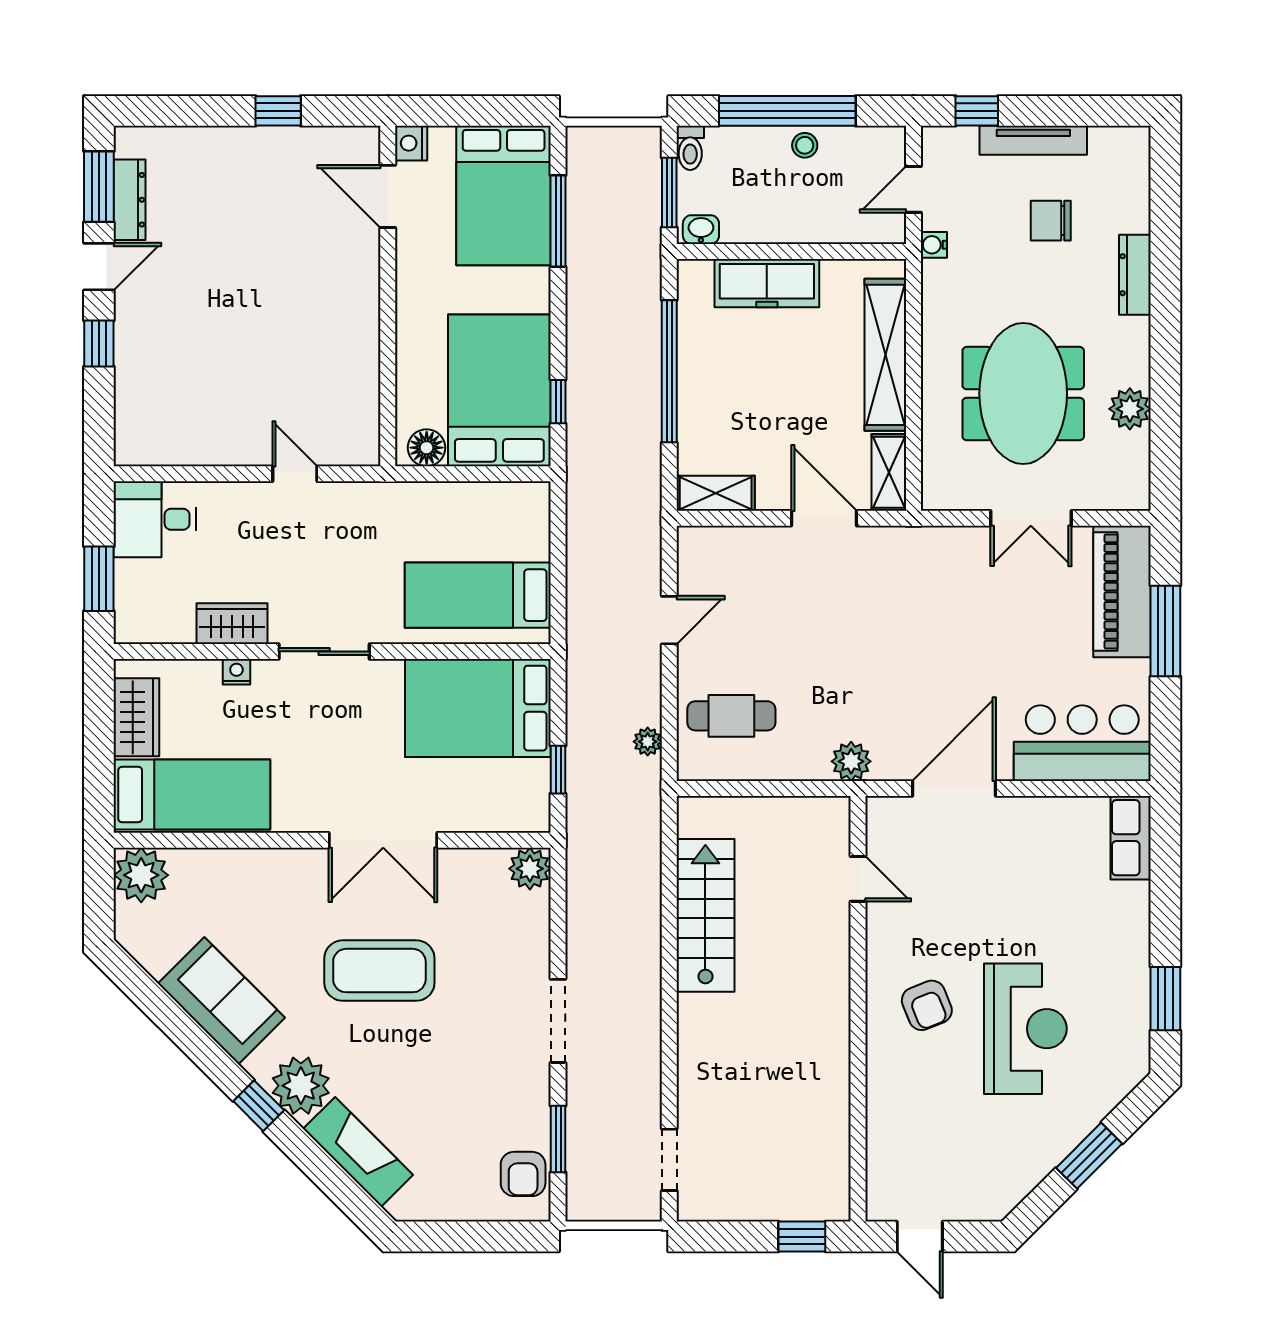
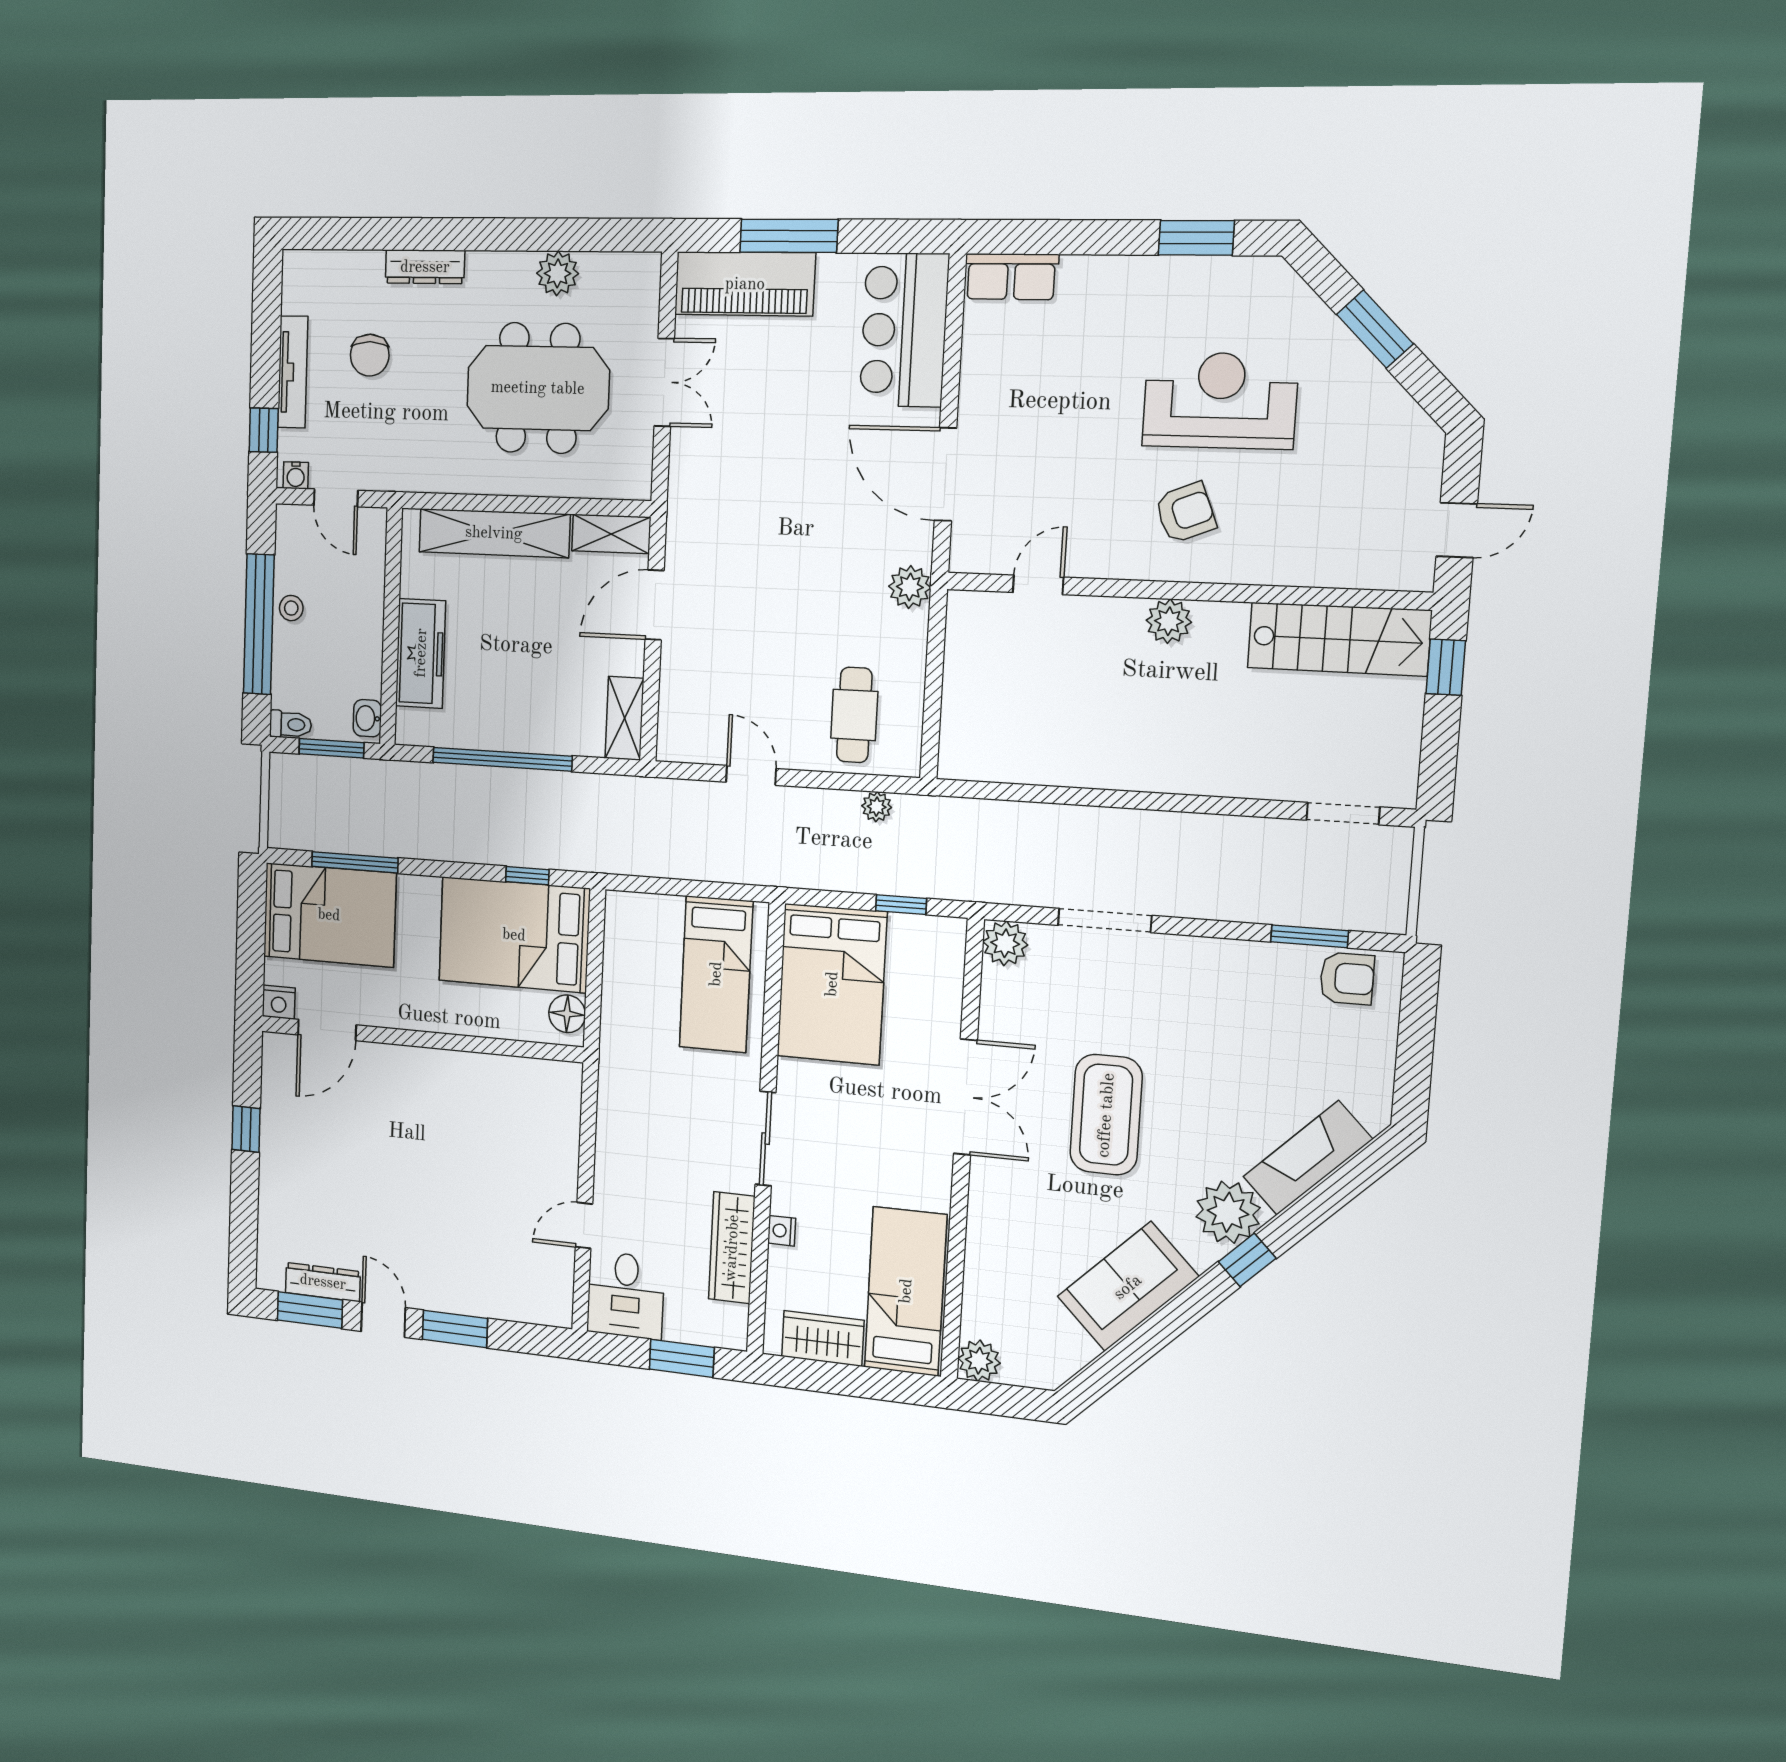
water cooler: (934, 245) -> (296, 475), moved
window: (99, 343) -> (455, 1329), width x1.50
door: (295, 474) -> (584, 1225), moved
wardrobe: (232, 624) -> (732, 1248), width x1.50
plant: (141, 875) -> (979, 1361), width x0.73, depth x0.73
stairs: (705, 915) -> (1339, 639), moved, turned 180
plant: (831, 997) -> (1169, 621), added
doorway: (558, 1021) -> (1105, 920), moved

